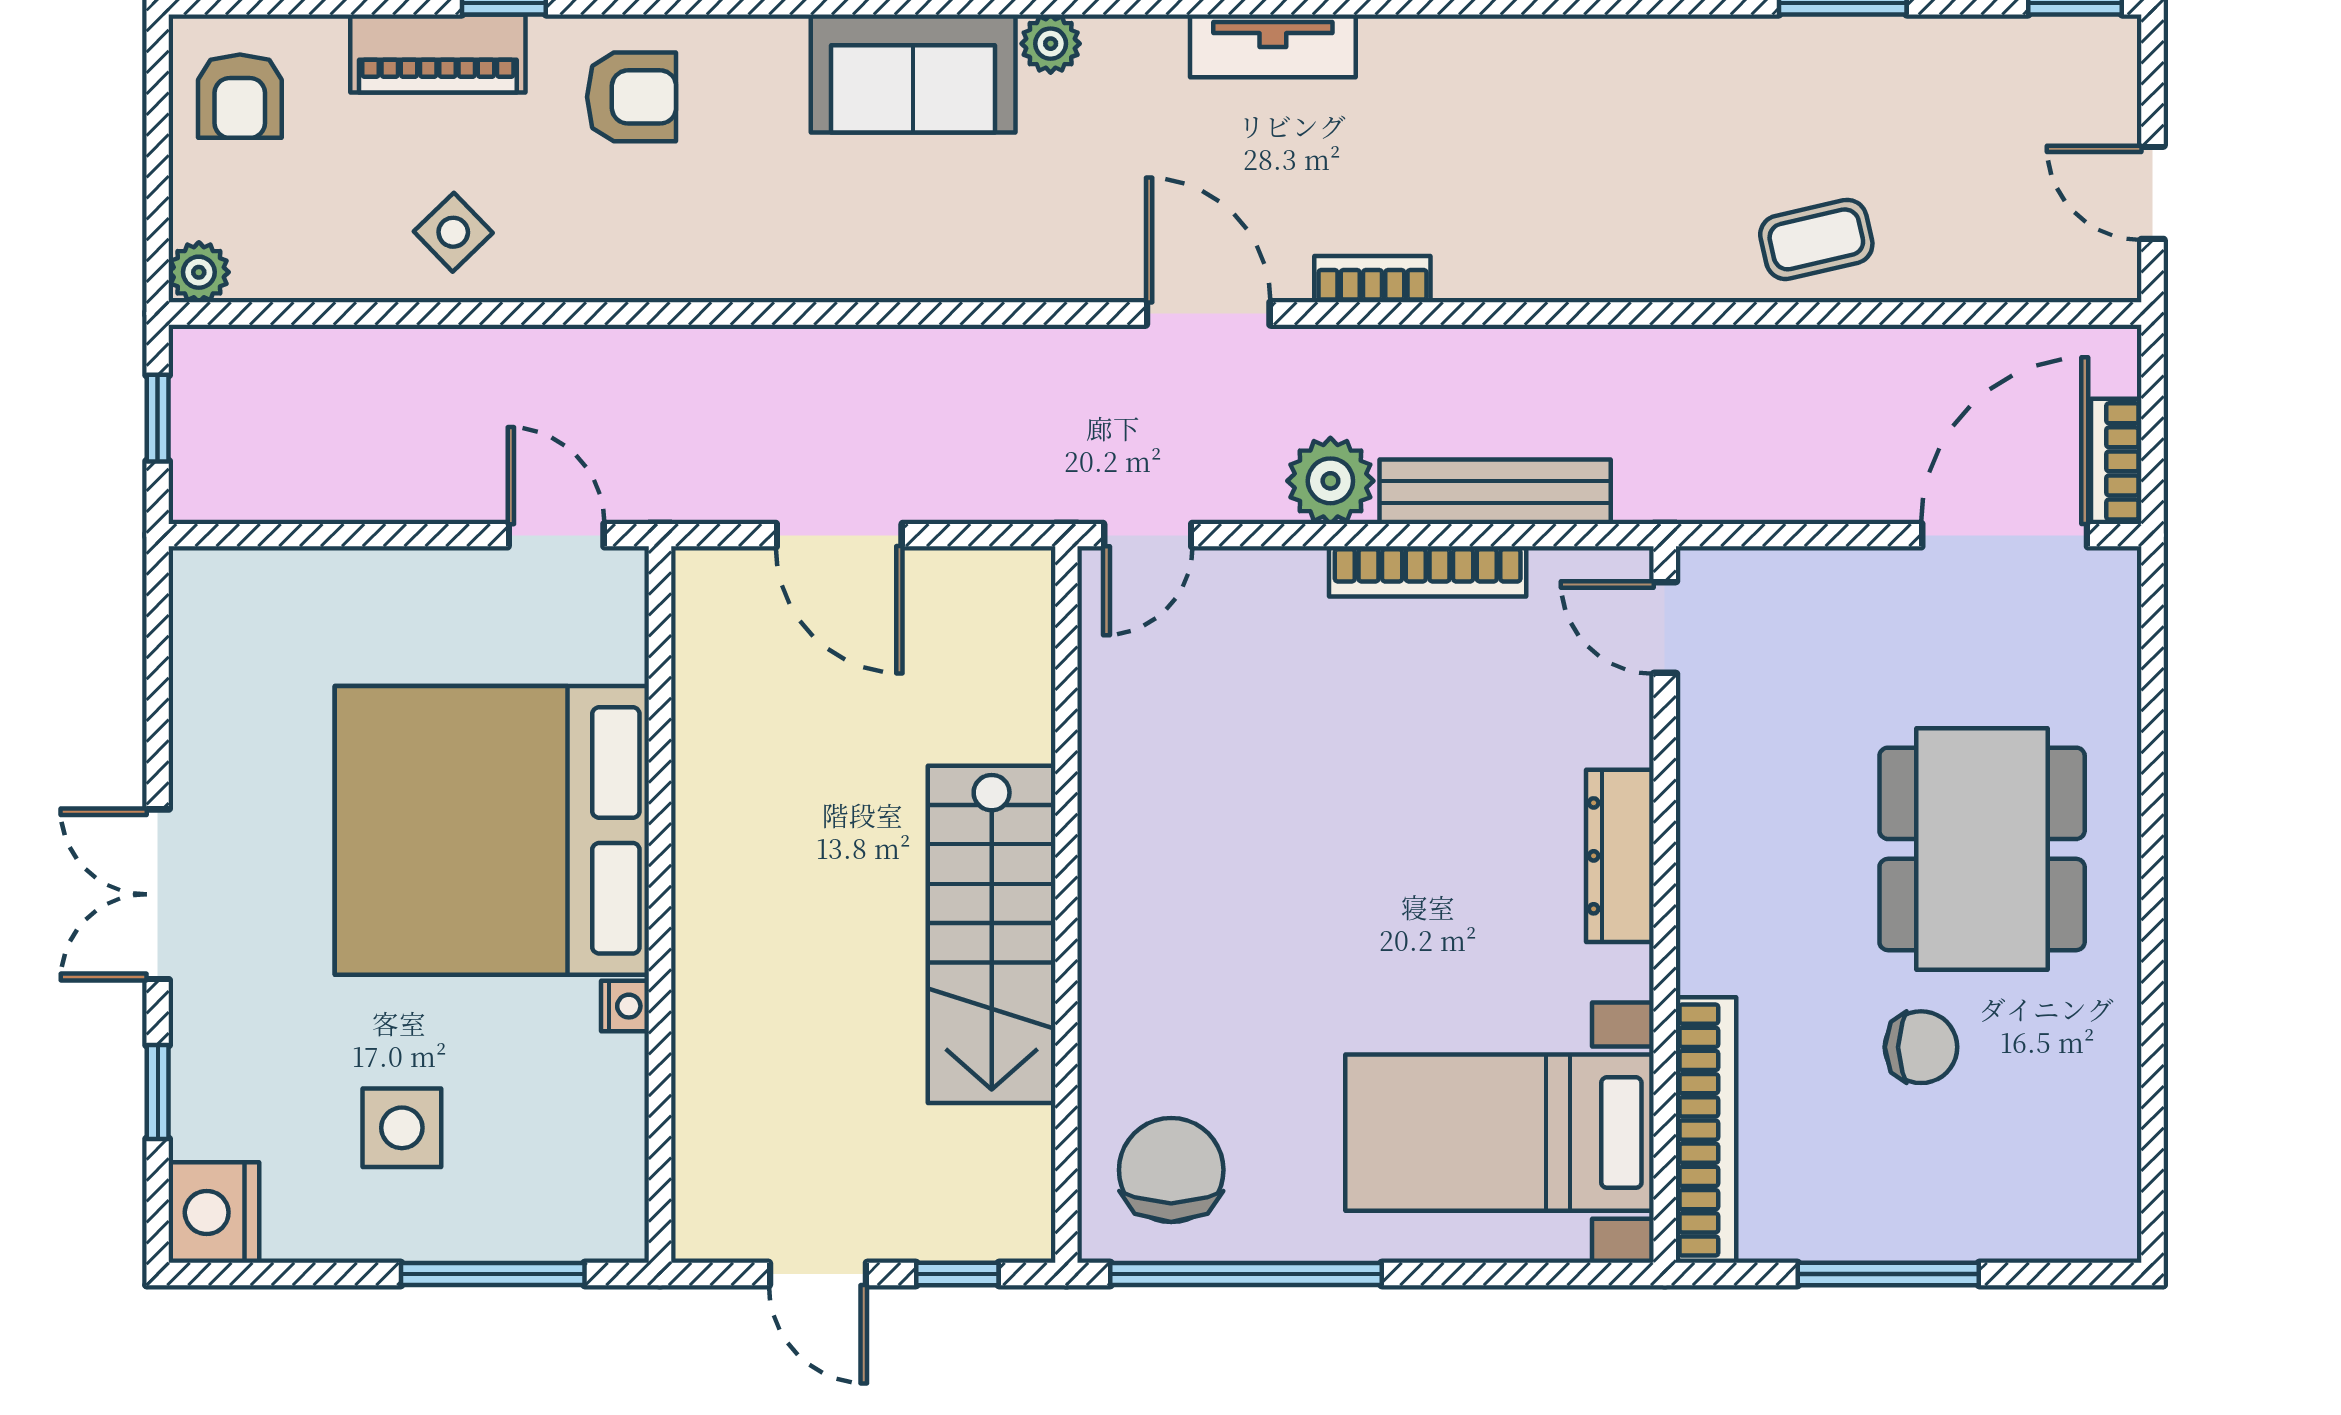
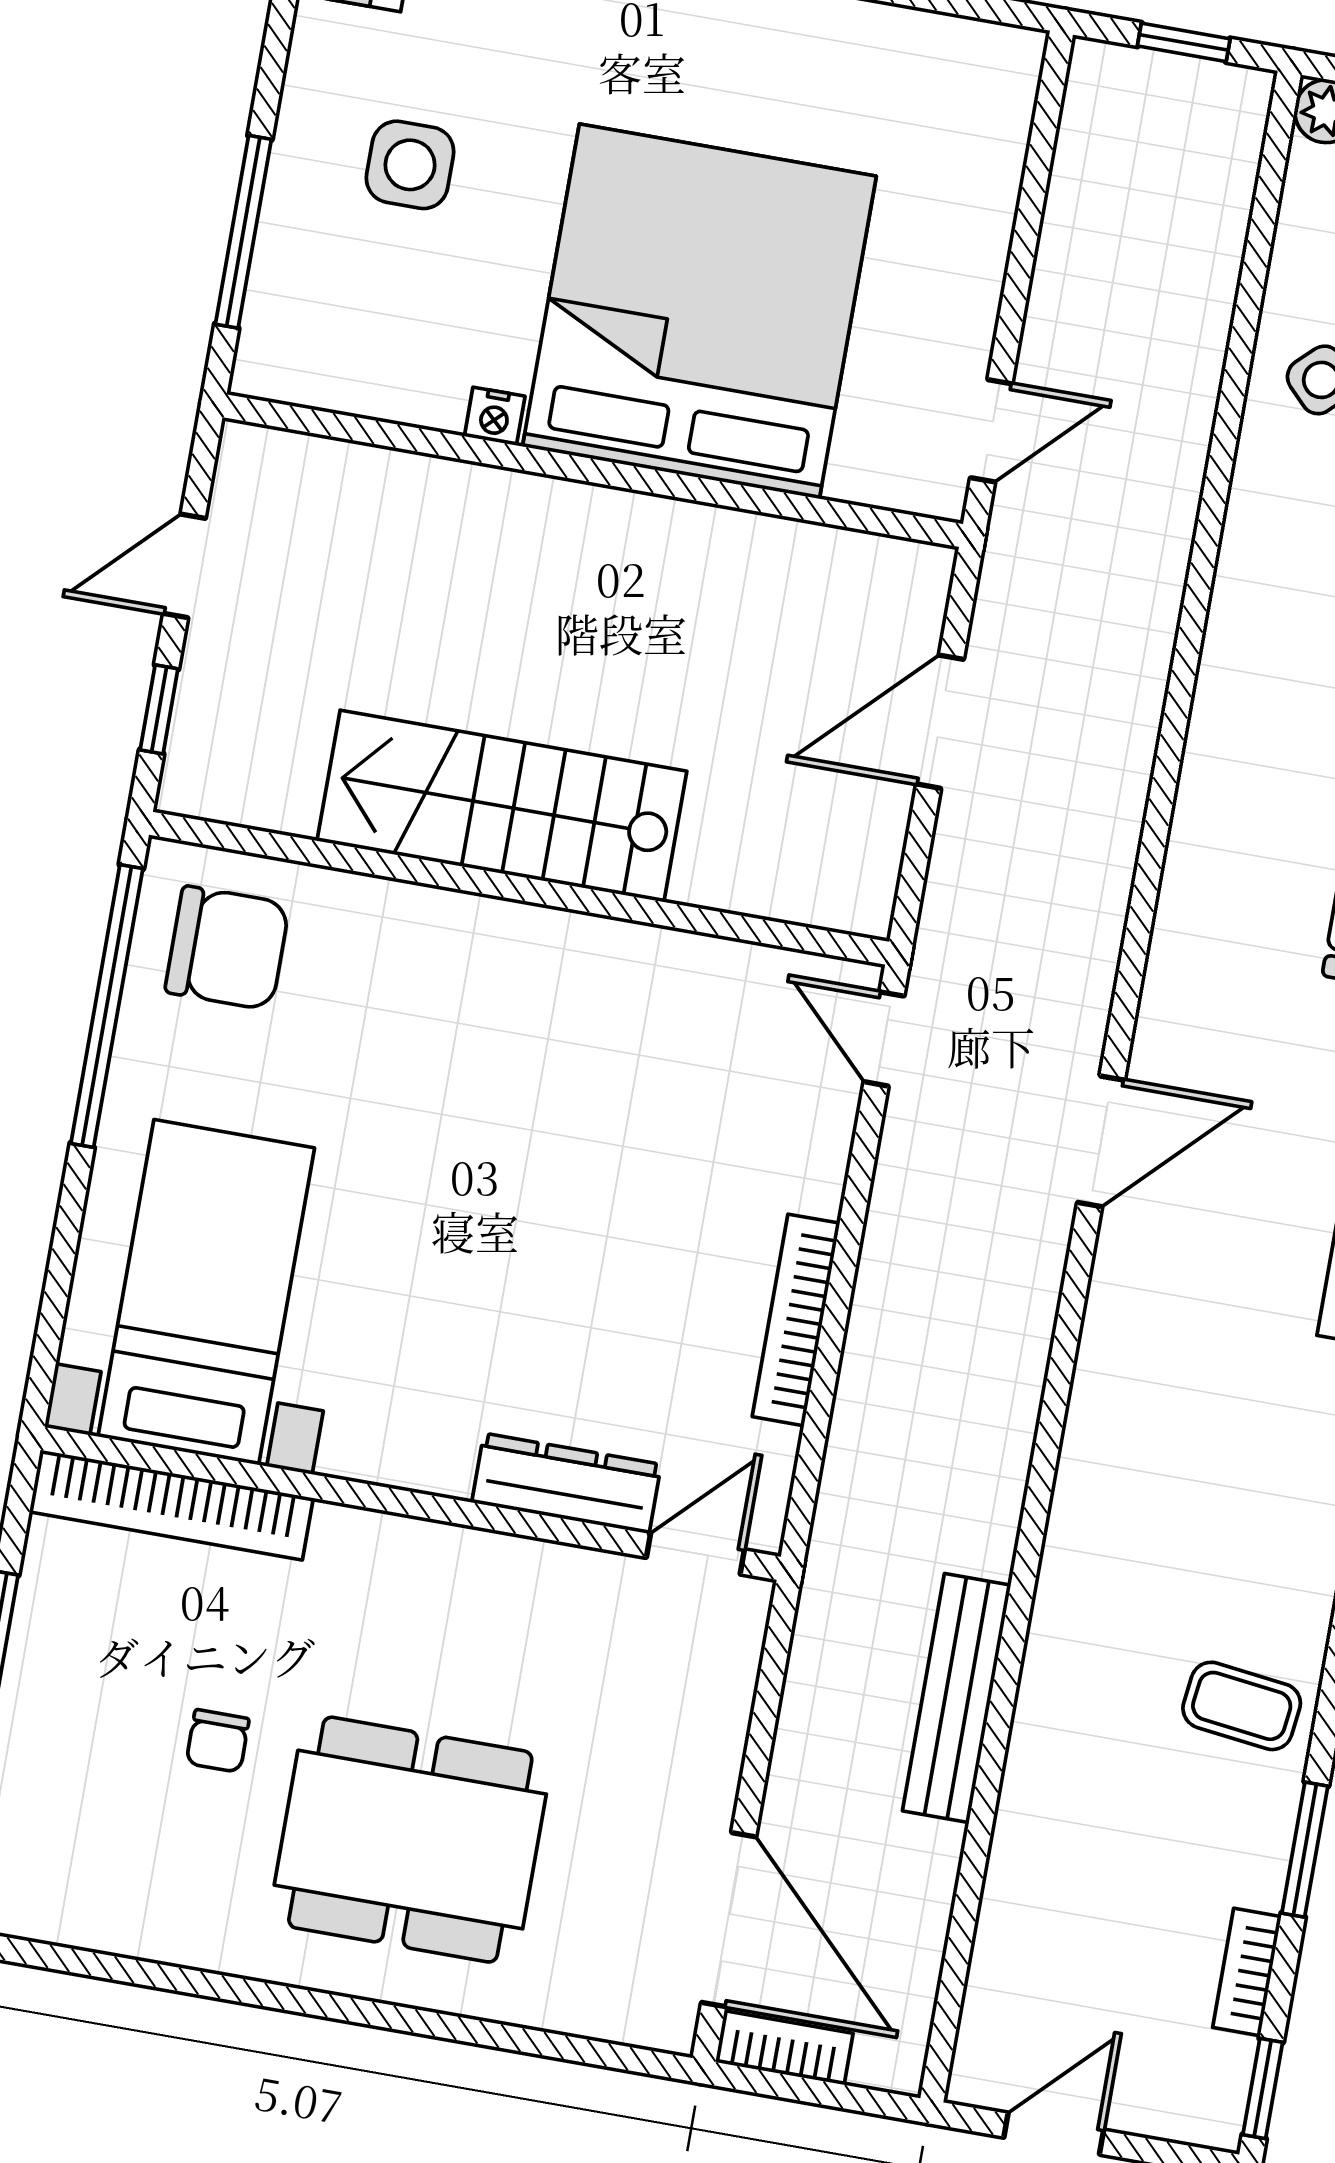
coffee table: (1816, 239) -> (1242, 1706), moved, turned -70
bookcase: (1372, 279) -> (1247, 1972), moved, turned 180
plant: (1330, 481) -> (907, 1237), removed
bench: (1495, 492) -> (957, 1698), moved
dresser: (1620, 856) -> (566, 1483), moved
chair: (1921, 1047) -> (218, 1741), width x0.73, depth x0.73

